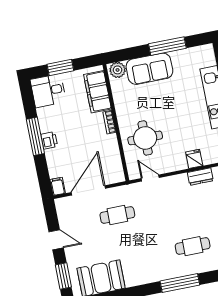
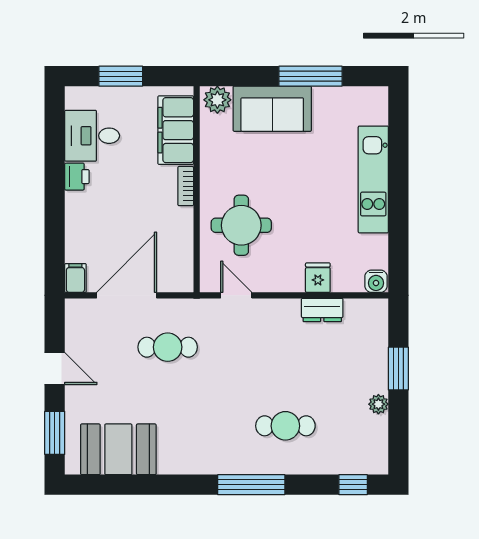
desk: (48, 91) -> (92, 136), moved
window: (35, 136) -> (55, 185), removed
printer: (49, 140) -> (77, 177), moved

